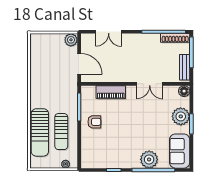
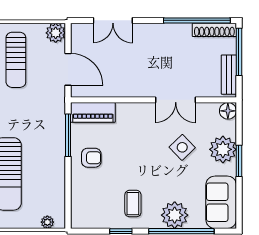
piano: (111, 92) -> (93, 112), moved
side table: (154, 115) -> (182, 147), added
sun lounger: (61, 132) -> (16, 60), moved
coffee table: (122, 152) -> (133, 204), added

